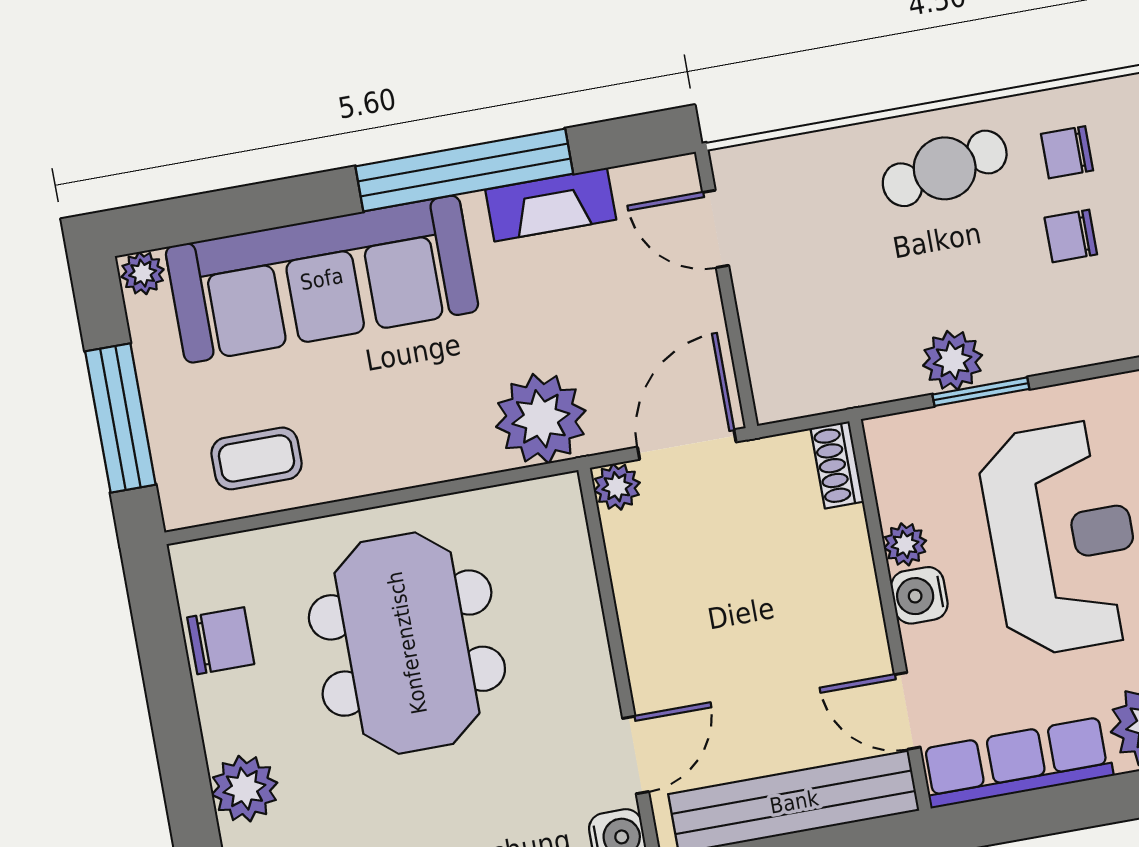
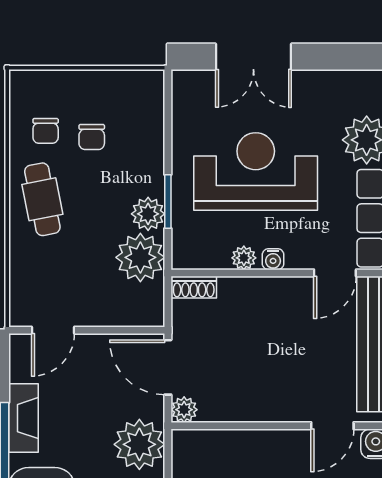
plant: (873, 361) -> (140, 257), added
water cooler: (919, 595) -> (273, 259), width x0.72, depth x0.72
door: (636, 755) -> (332, 426), swing flipped

